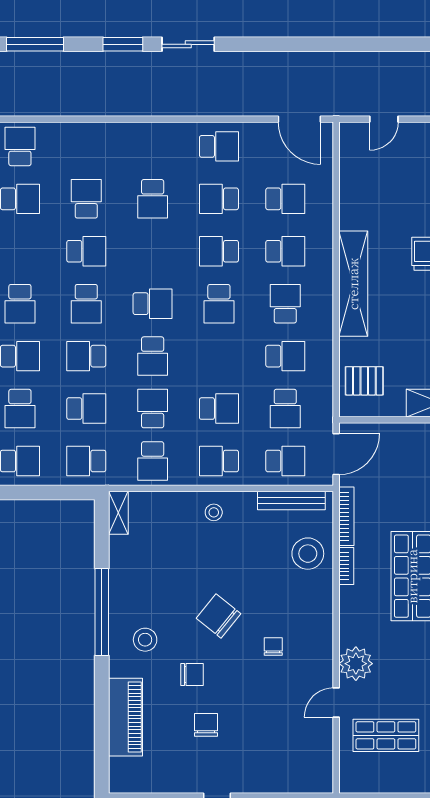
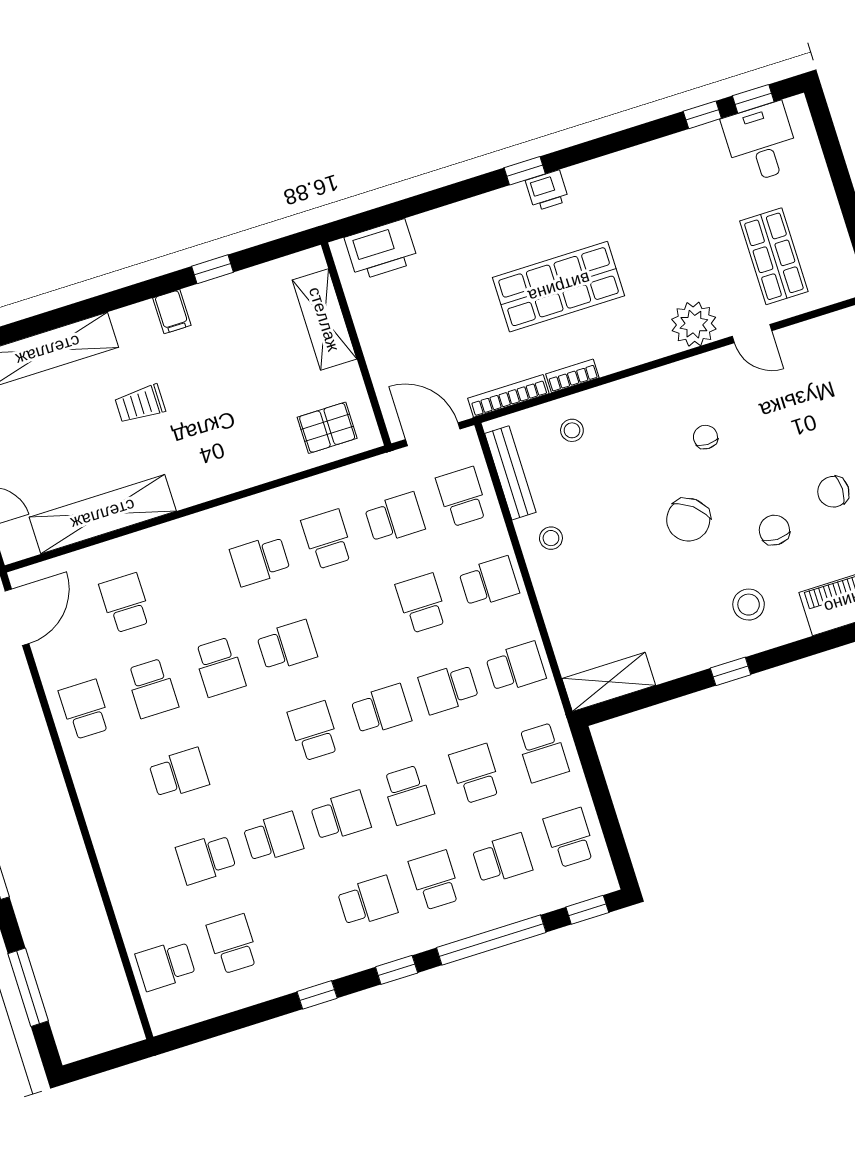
school desk: (86, 251) -> (273, 837), turned 90
school desk: (285, 251) -> (193, 582), removed
shelving: (353, 284) -> (103, 514), moved
pallet: (364, 381) -> (327, 428), turned 90
school desk: (219, 461) -> (489, 582), turned -90
stool: (214, 512) -> (551, 538), moved
shelving: (118, 513) -> (609, 682), width x1.50, depth x1.33
stool: (308, 554) -> (572, 430), width x0.53, depth x0.53
window: (102, 612) -> (731, 671), width x0.32
chair: (273, 647) -> (705, 437), turned 90

